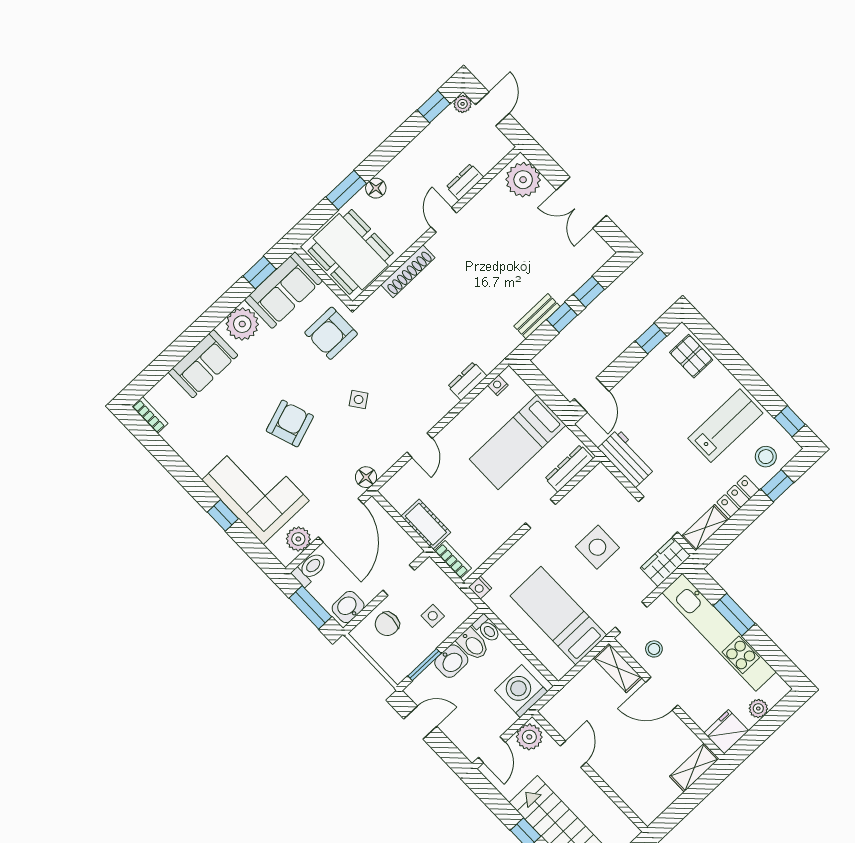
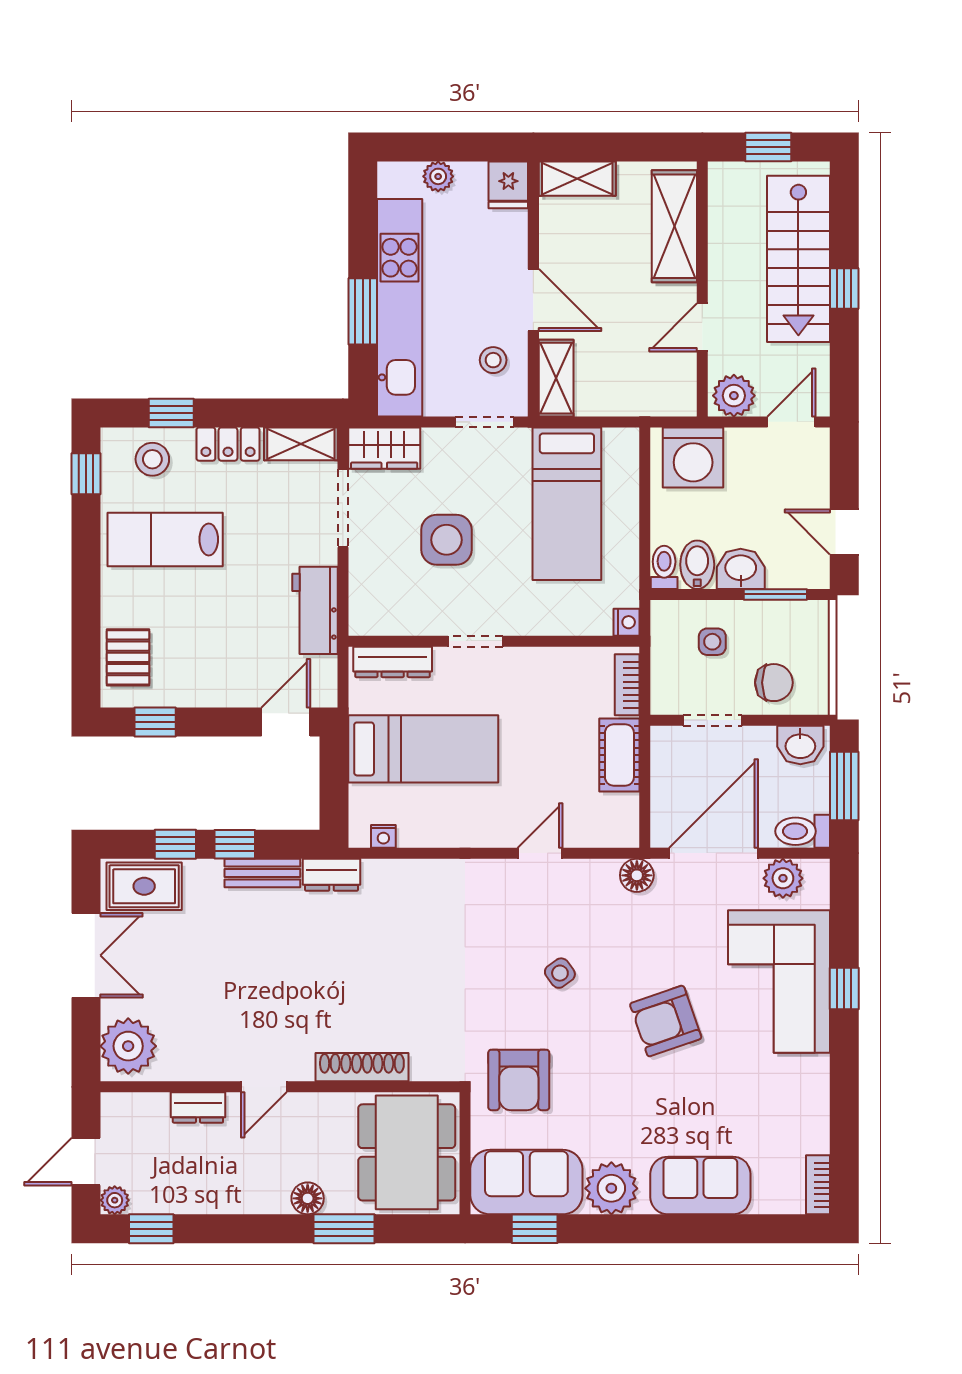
rug: (585, 259) -> (144, 886), added
armchair: (331, 333) -> (519, 1080), turned 90
dresser: (467, 381) -> (332, 875), moved
fridge: (726, 732) -> (508, 185), width x0.72
shelving: (630, 788) -> (674, 226), added

